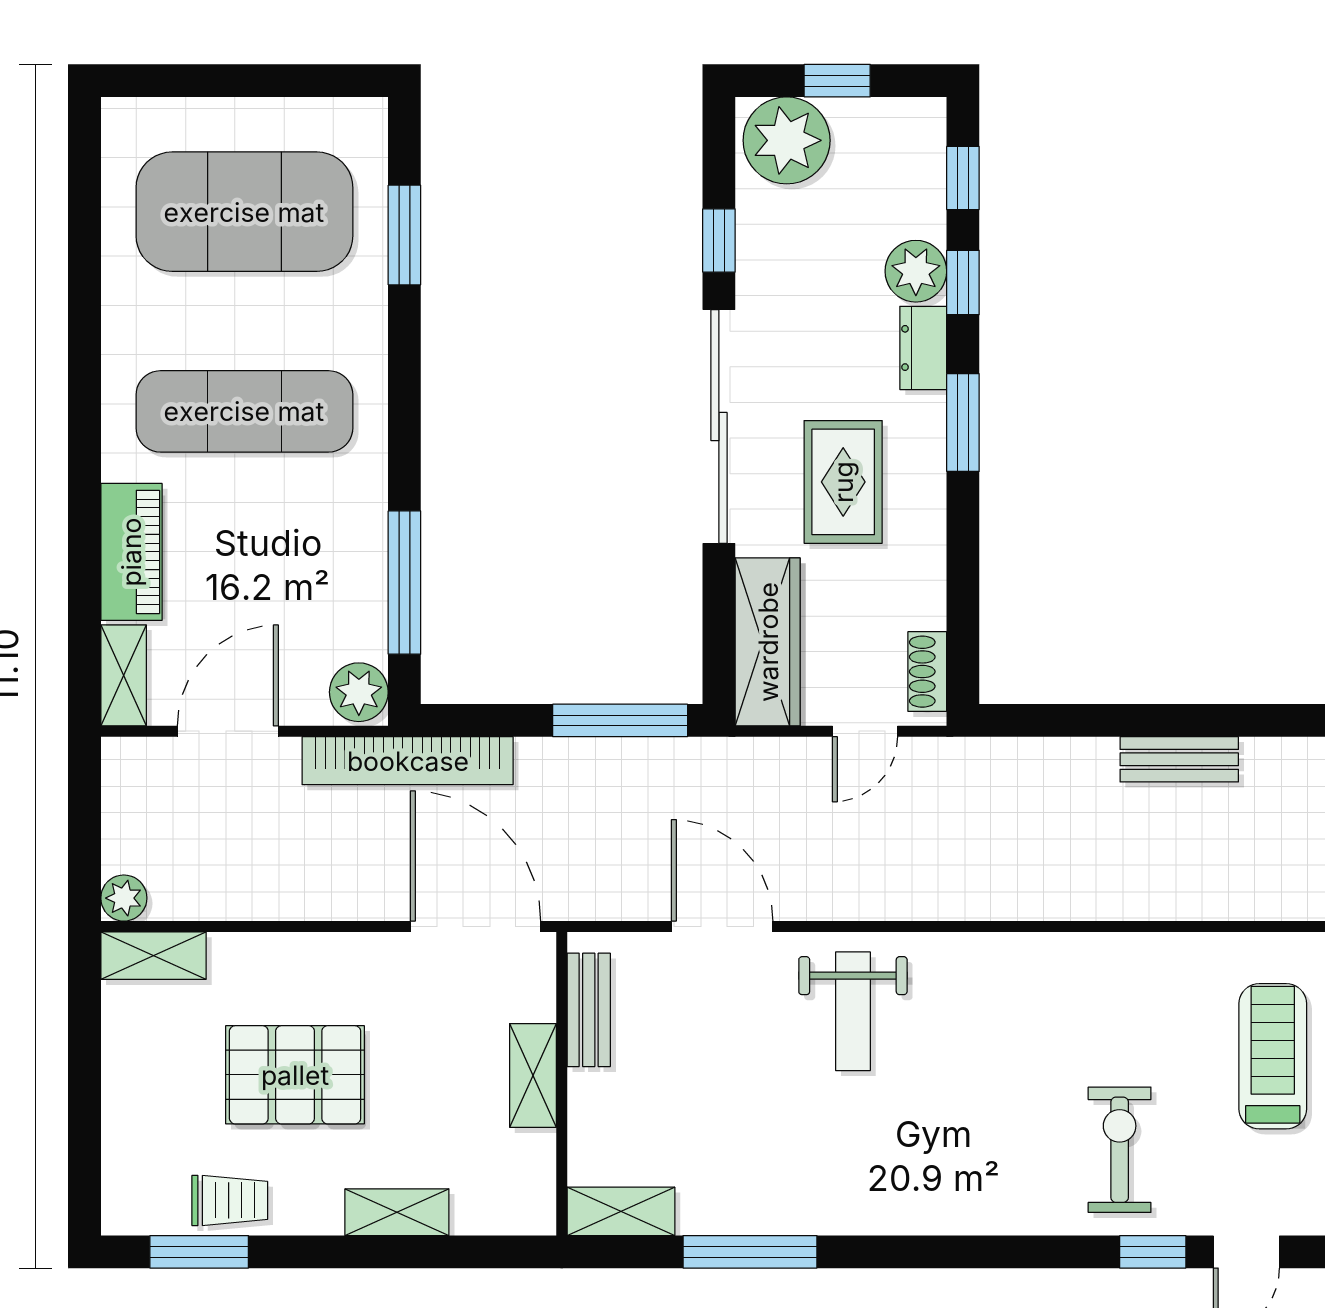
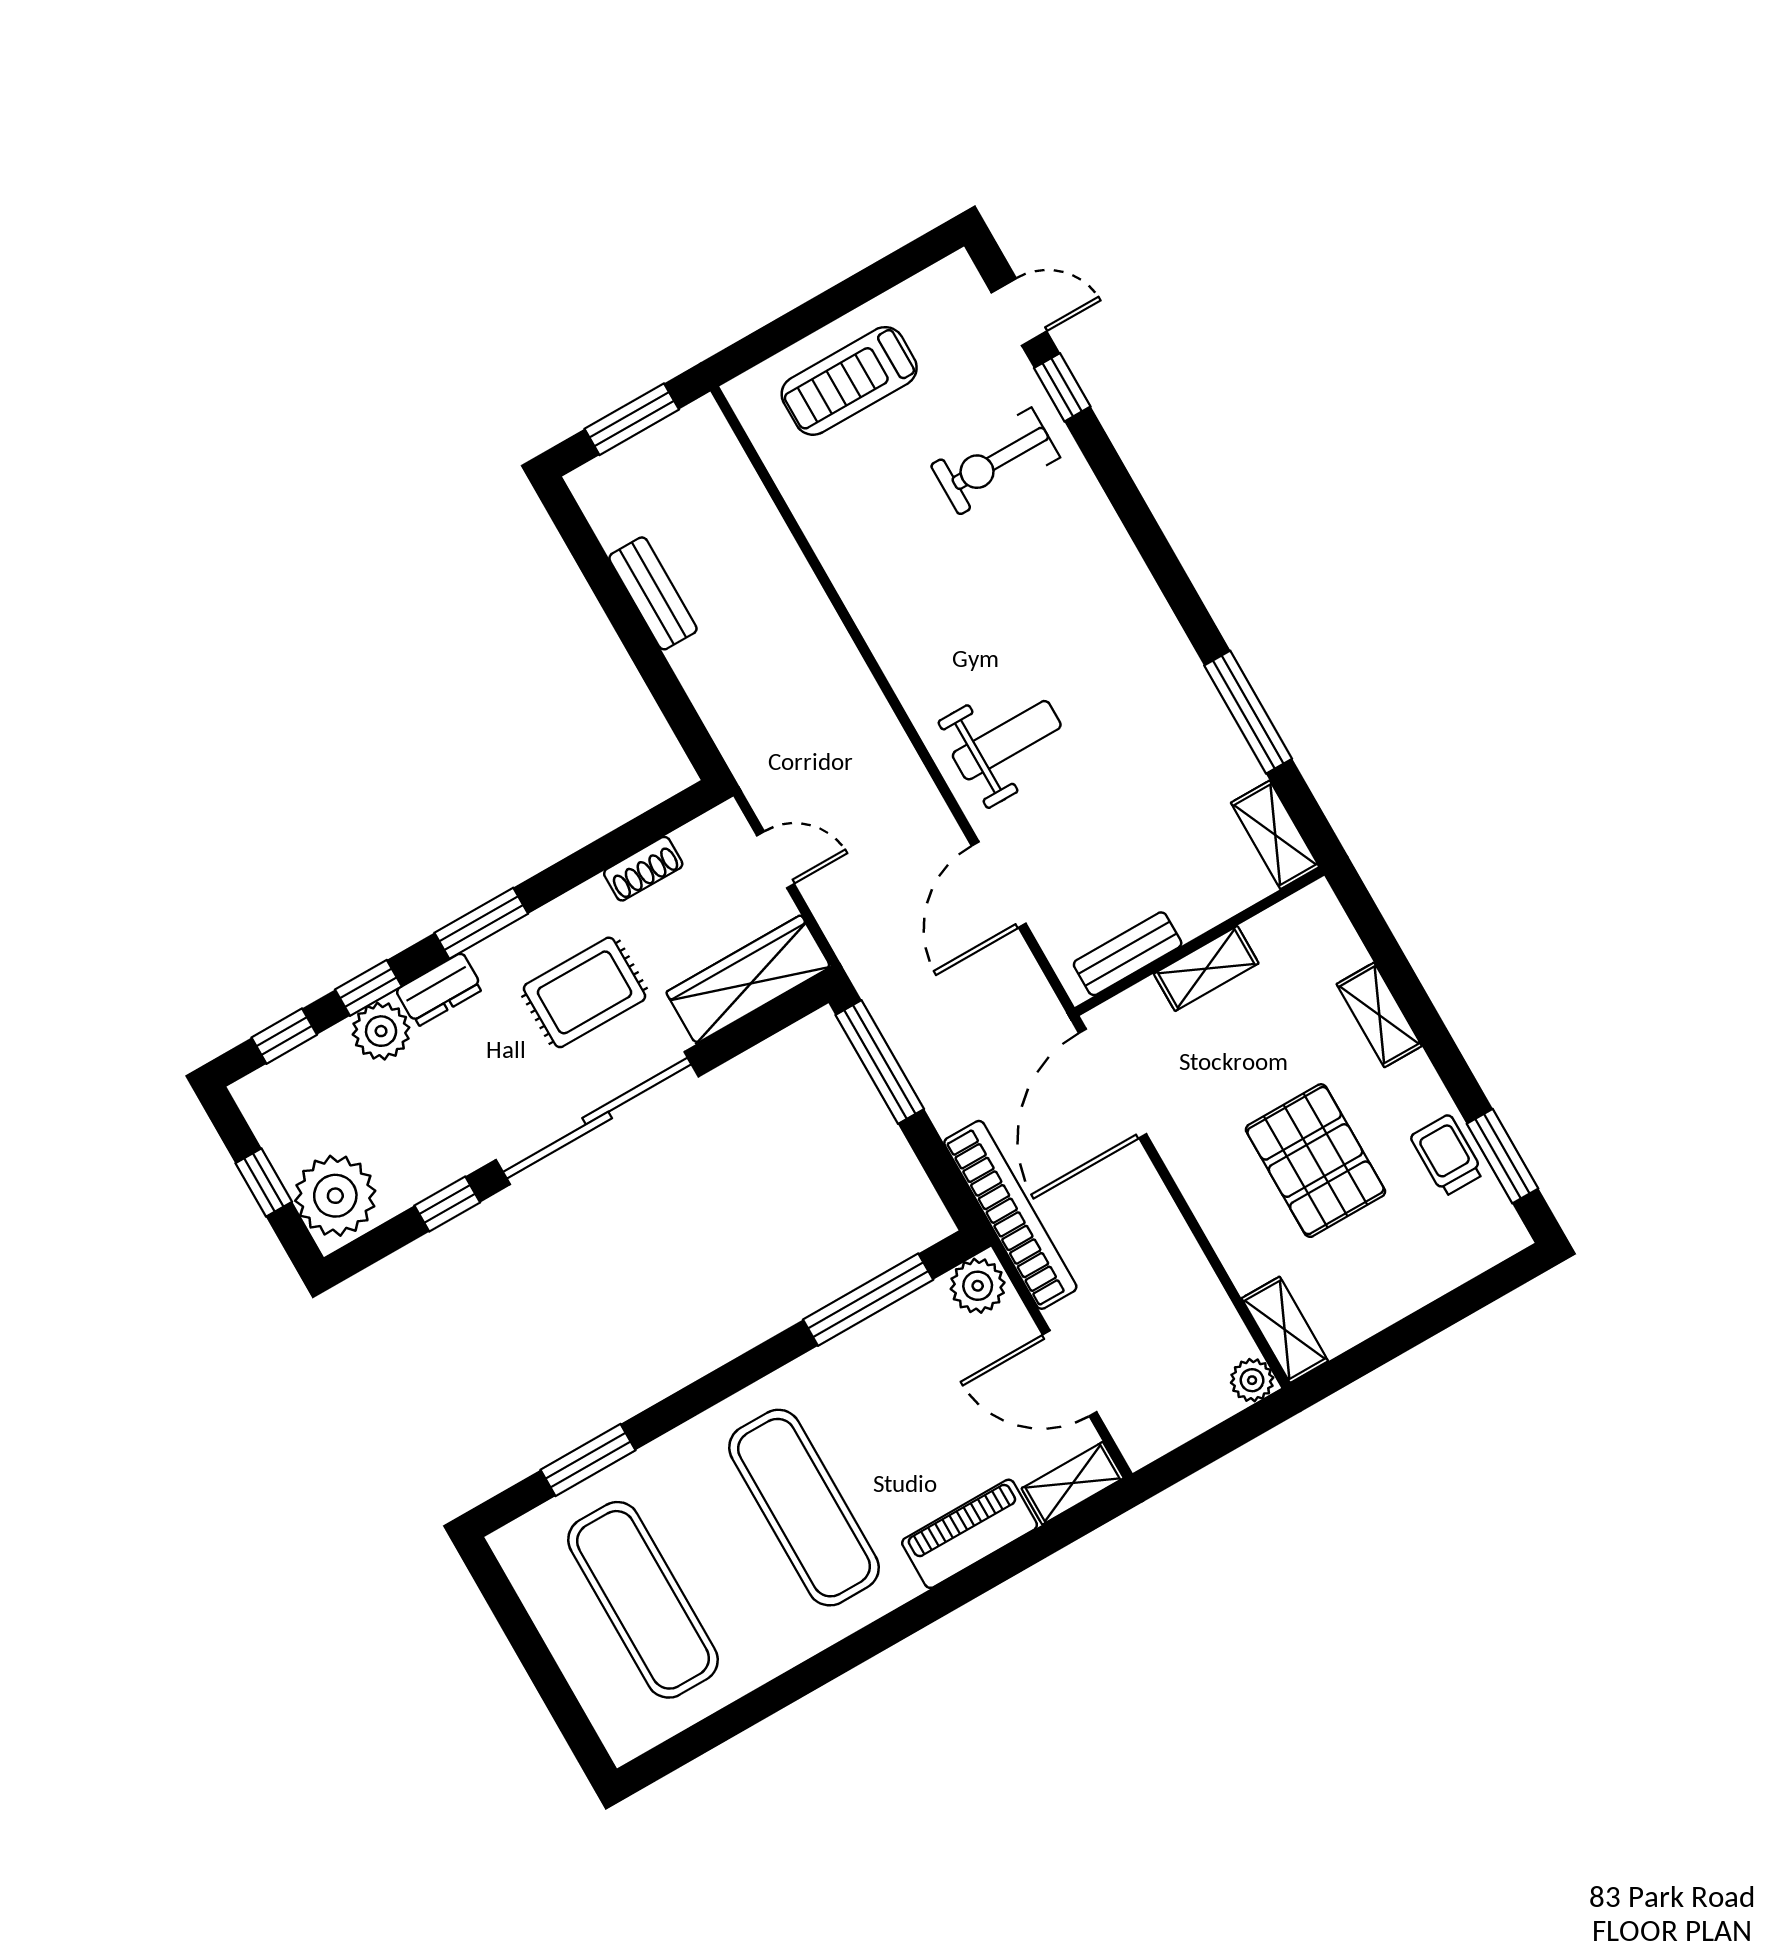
exercise mat: (244, 212) -> (643, 1600), width x0.68
shoe rack: (927, 672) -> (643, 869), moved

